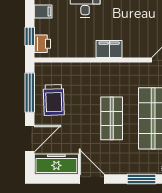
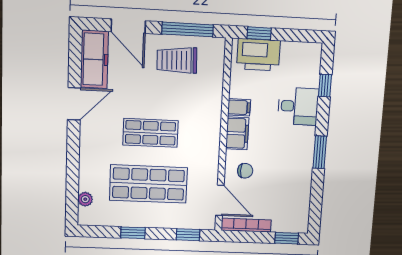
filing cabinet: (43, 11) -> (239, 107), moved, turned -90
chair: (139, 41) -> (245, 171), added
printer: (42, 44) -> (258, 55), width x1.87, depth x1.48
window: (142, 179) -> (73, 167), removed

